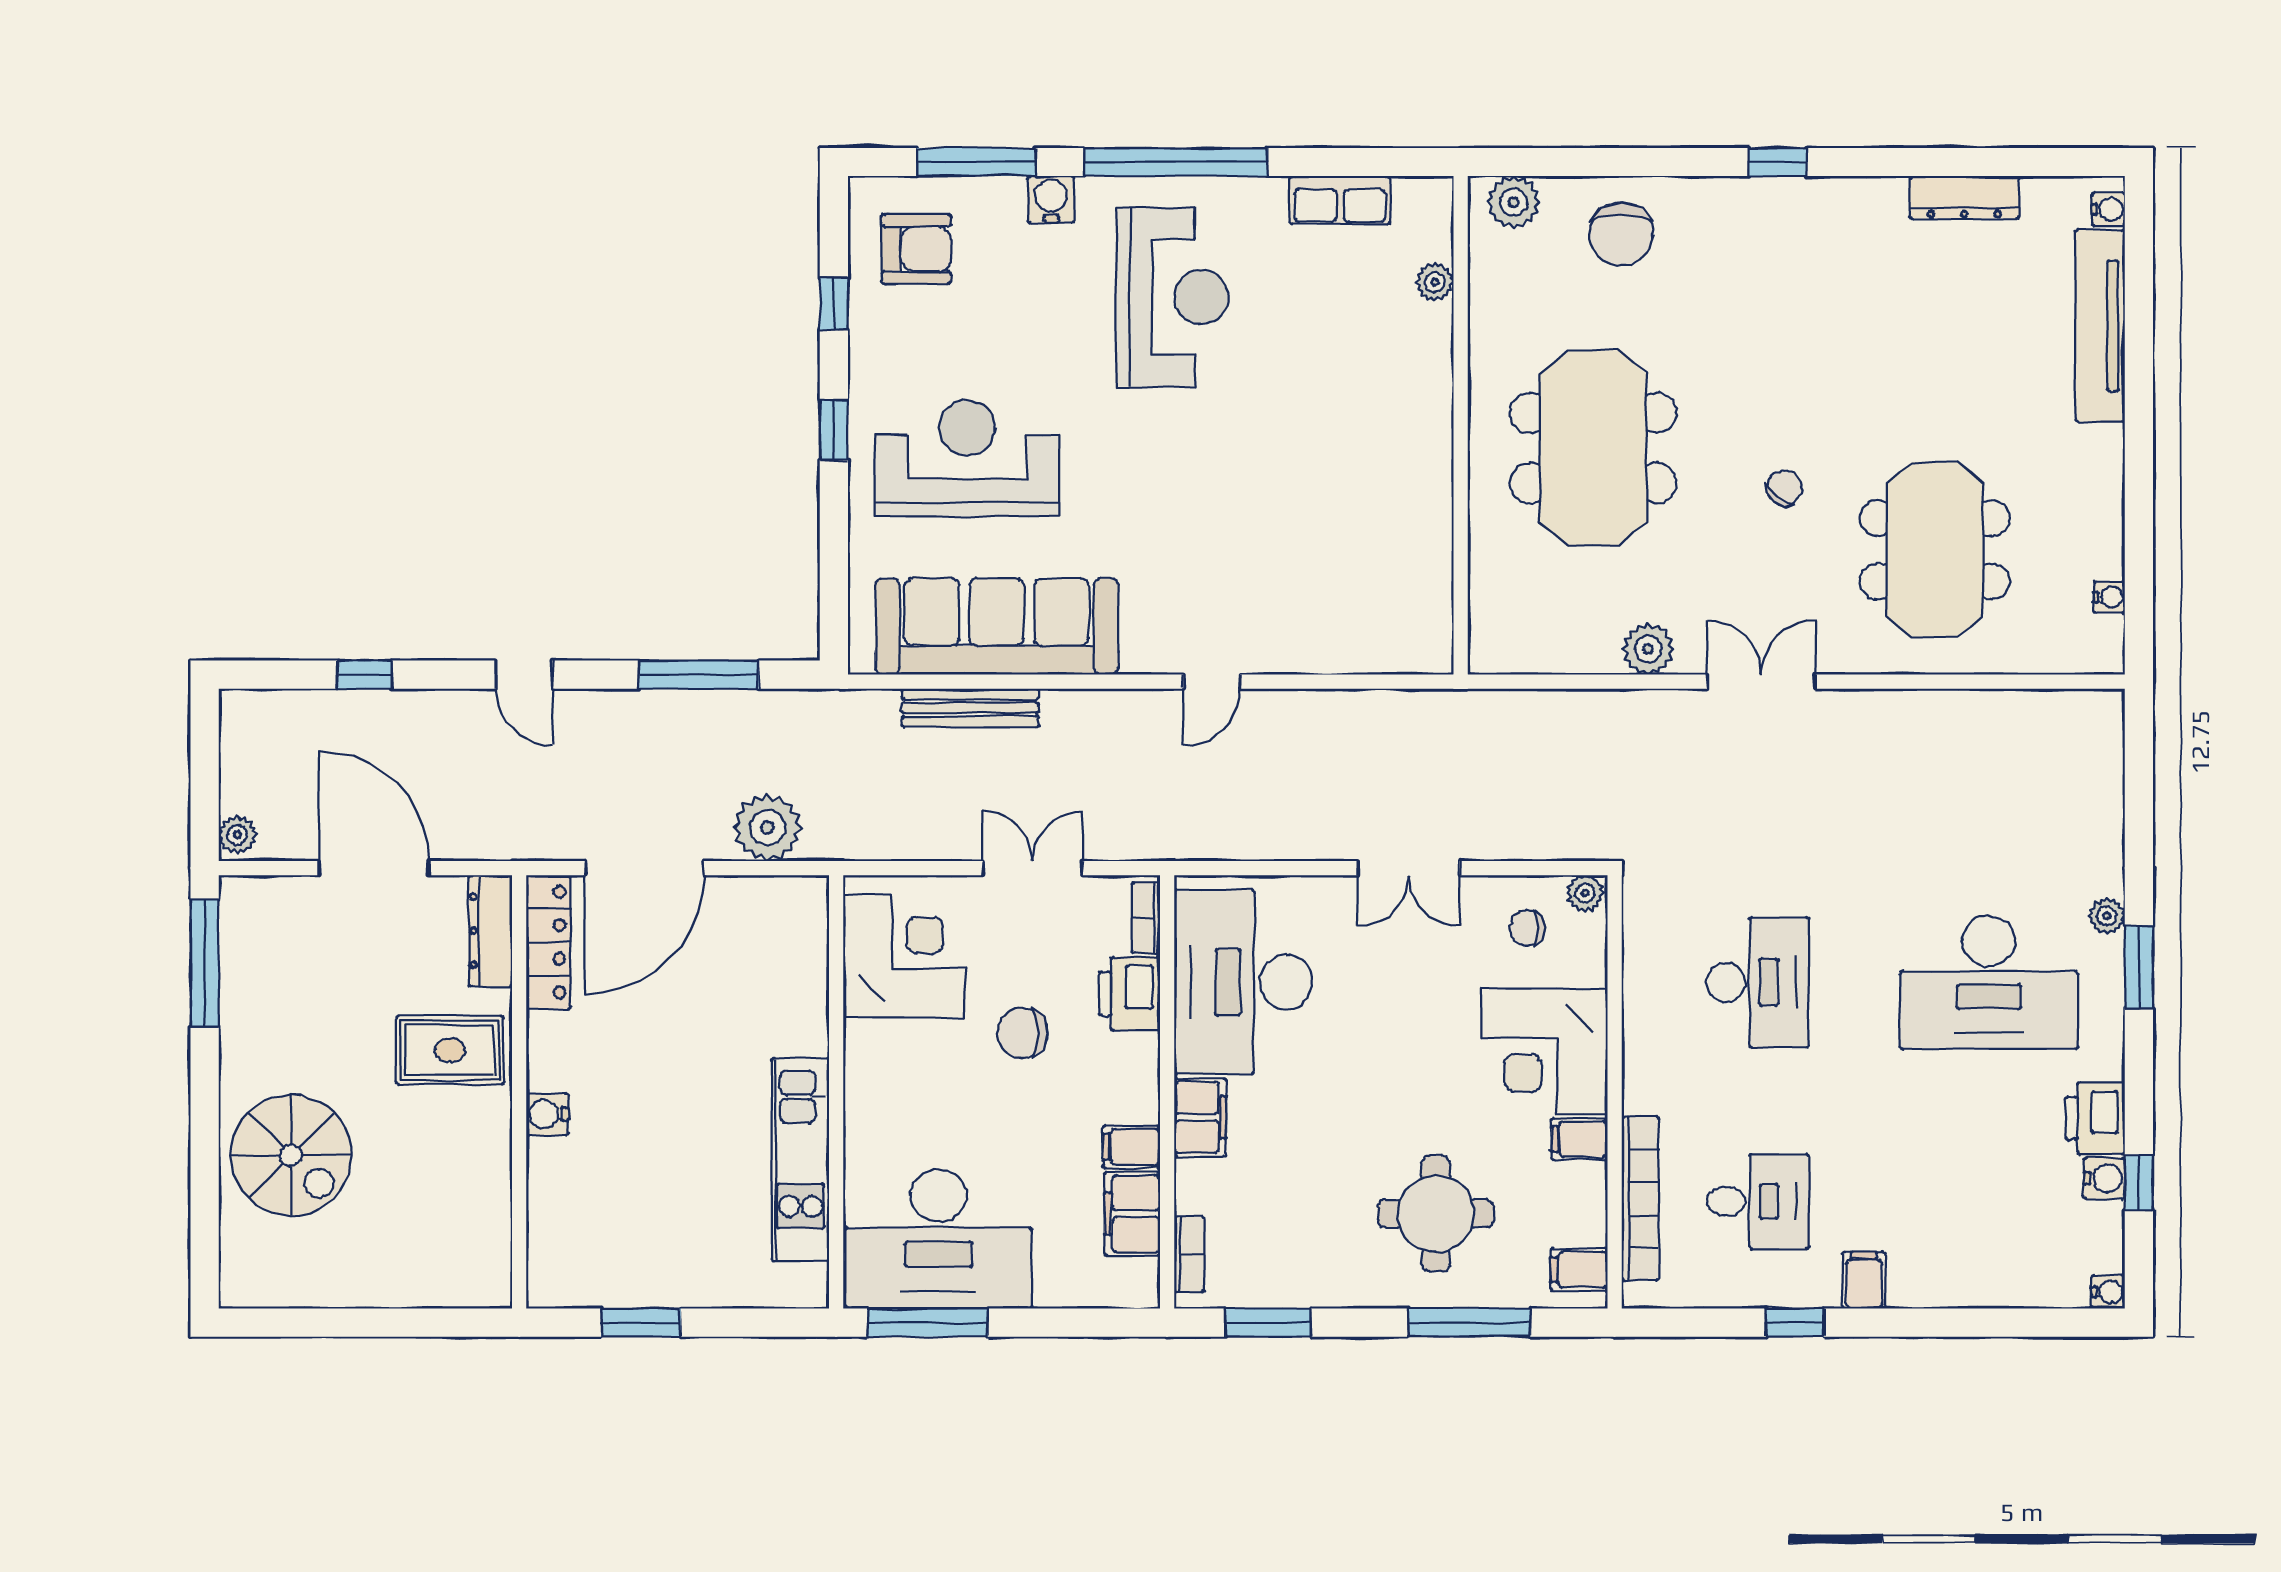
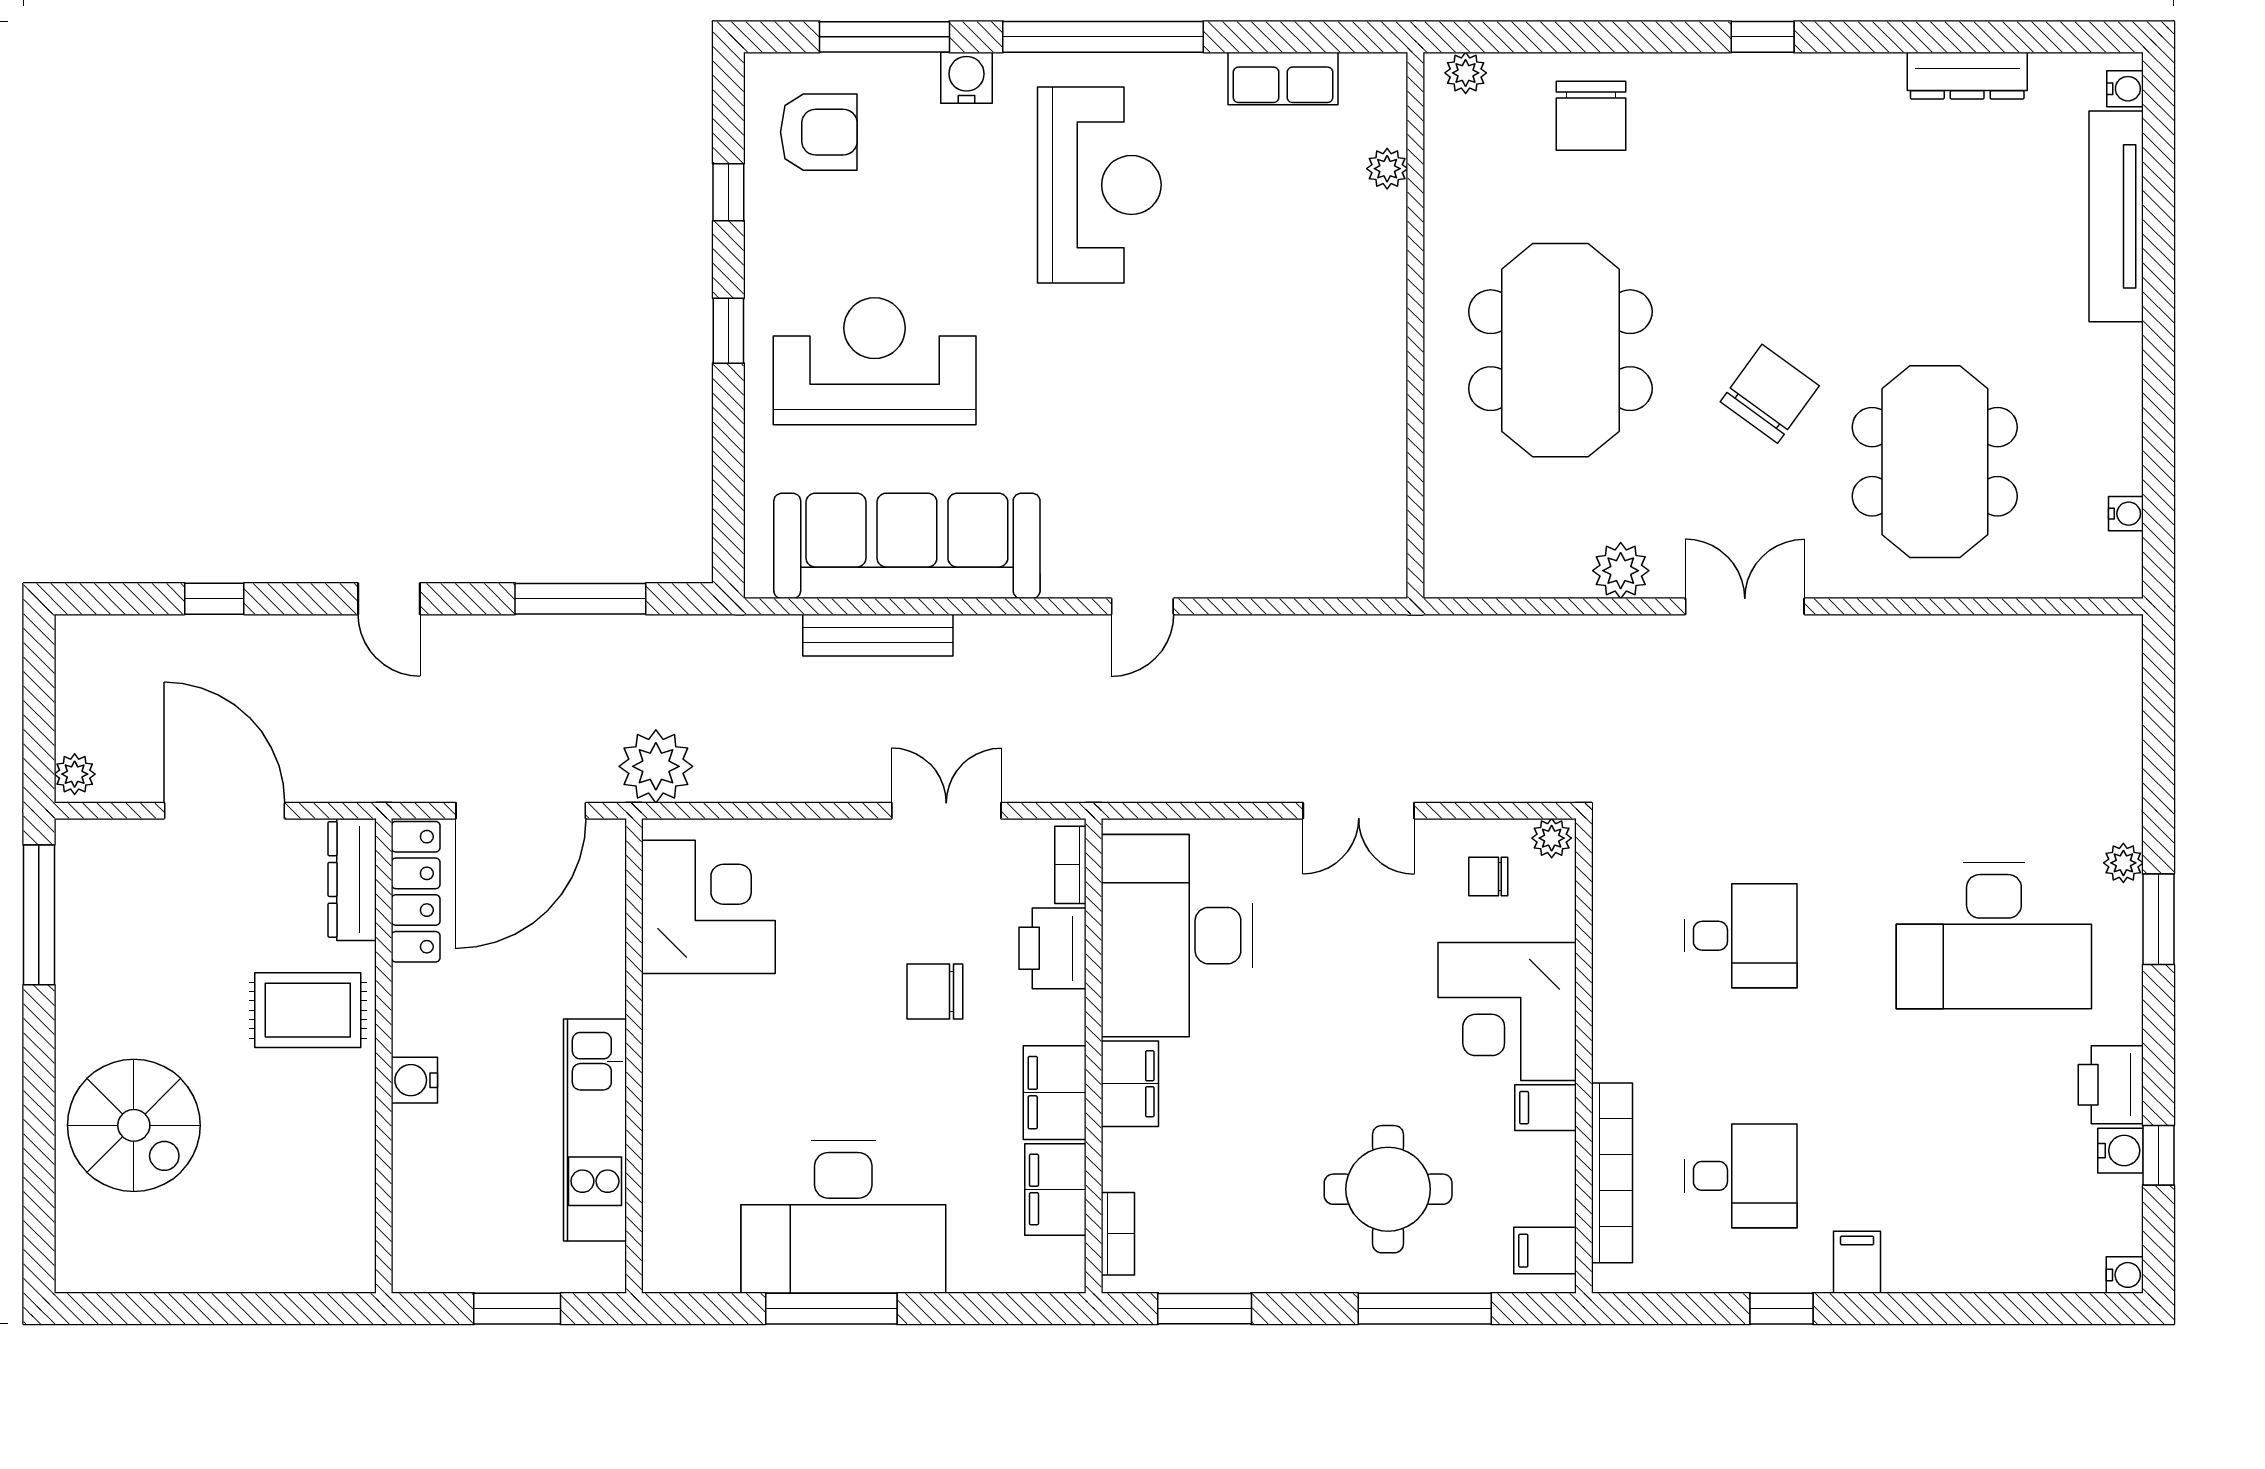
plant: (1514, 202) -> (1466, 73), width x0.73, depth x0.73
chair: (1784, 488) -> (1770, 394), width x1.87, depth x1.87
corner desk: (904, 956) -> (708, 907), moved
desk: (1758, 982) -> (1741, 936), width x0.73
wall: (836, 1092) -> (634, 1056), moved
filing cabinet: (1132, 1147) -> (1055, 1093), width x2.00
kitchen unit: (801, 1160) -> (595, 1130), moved

